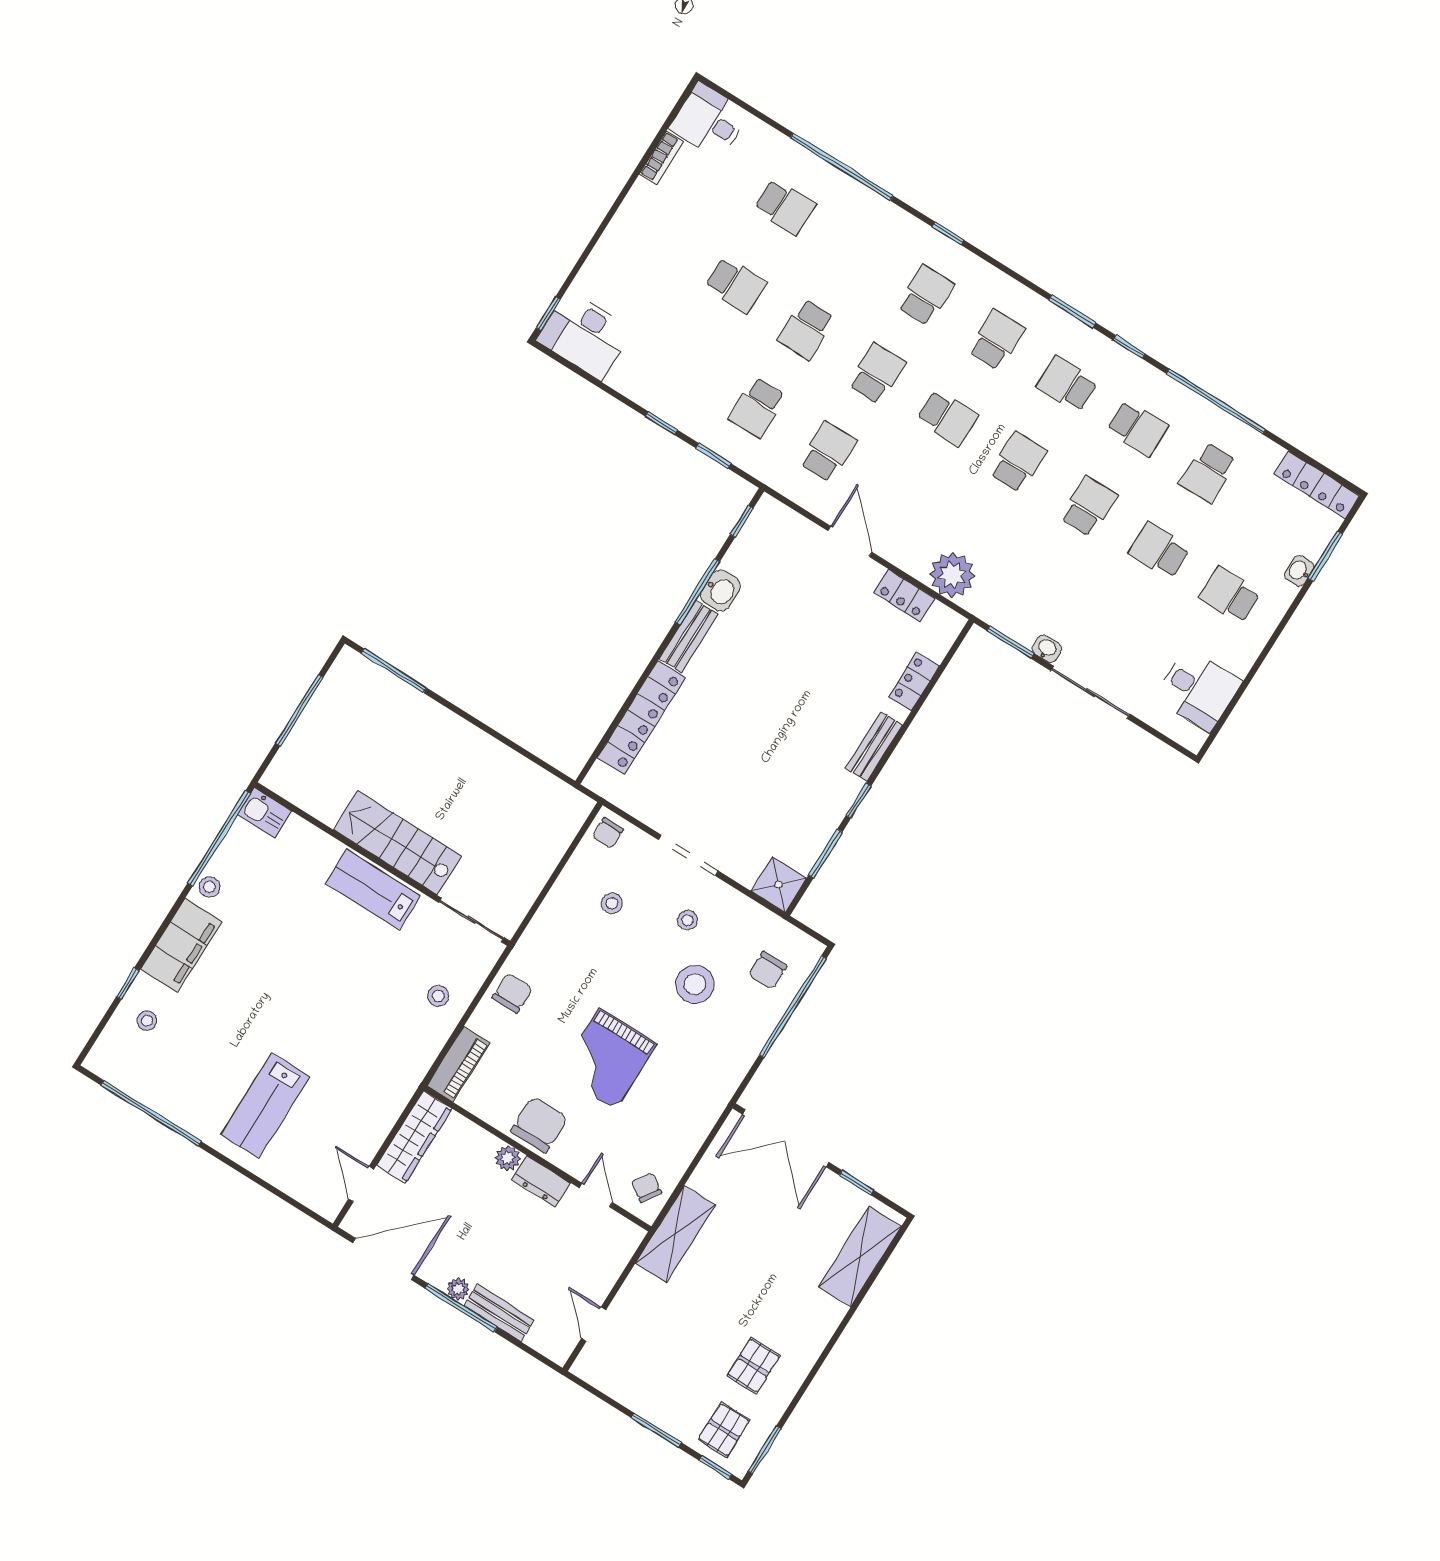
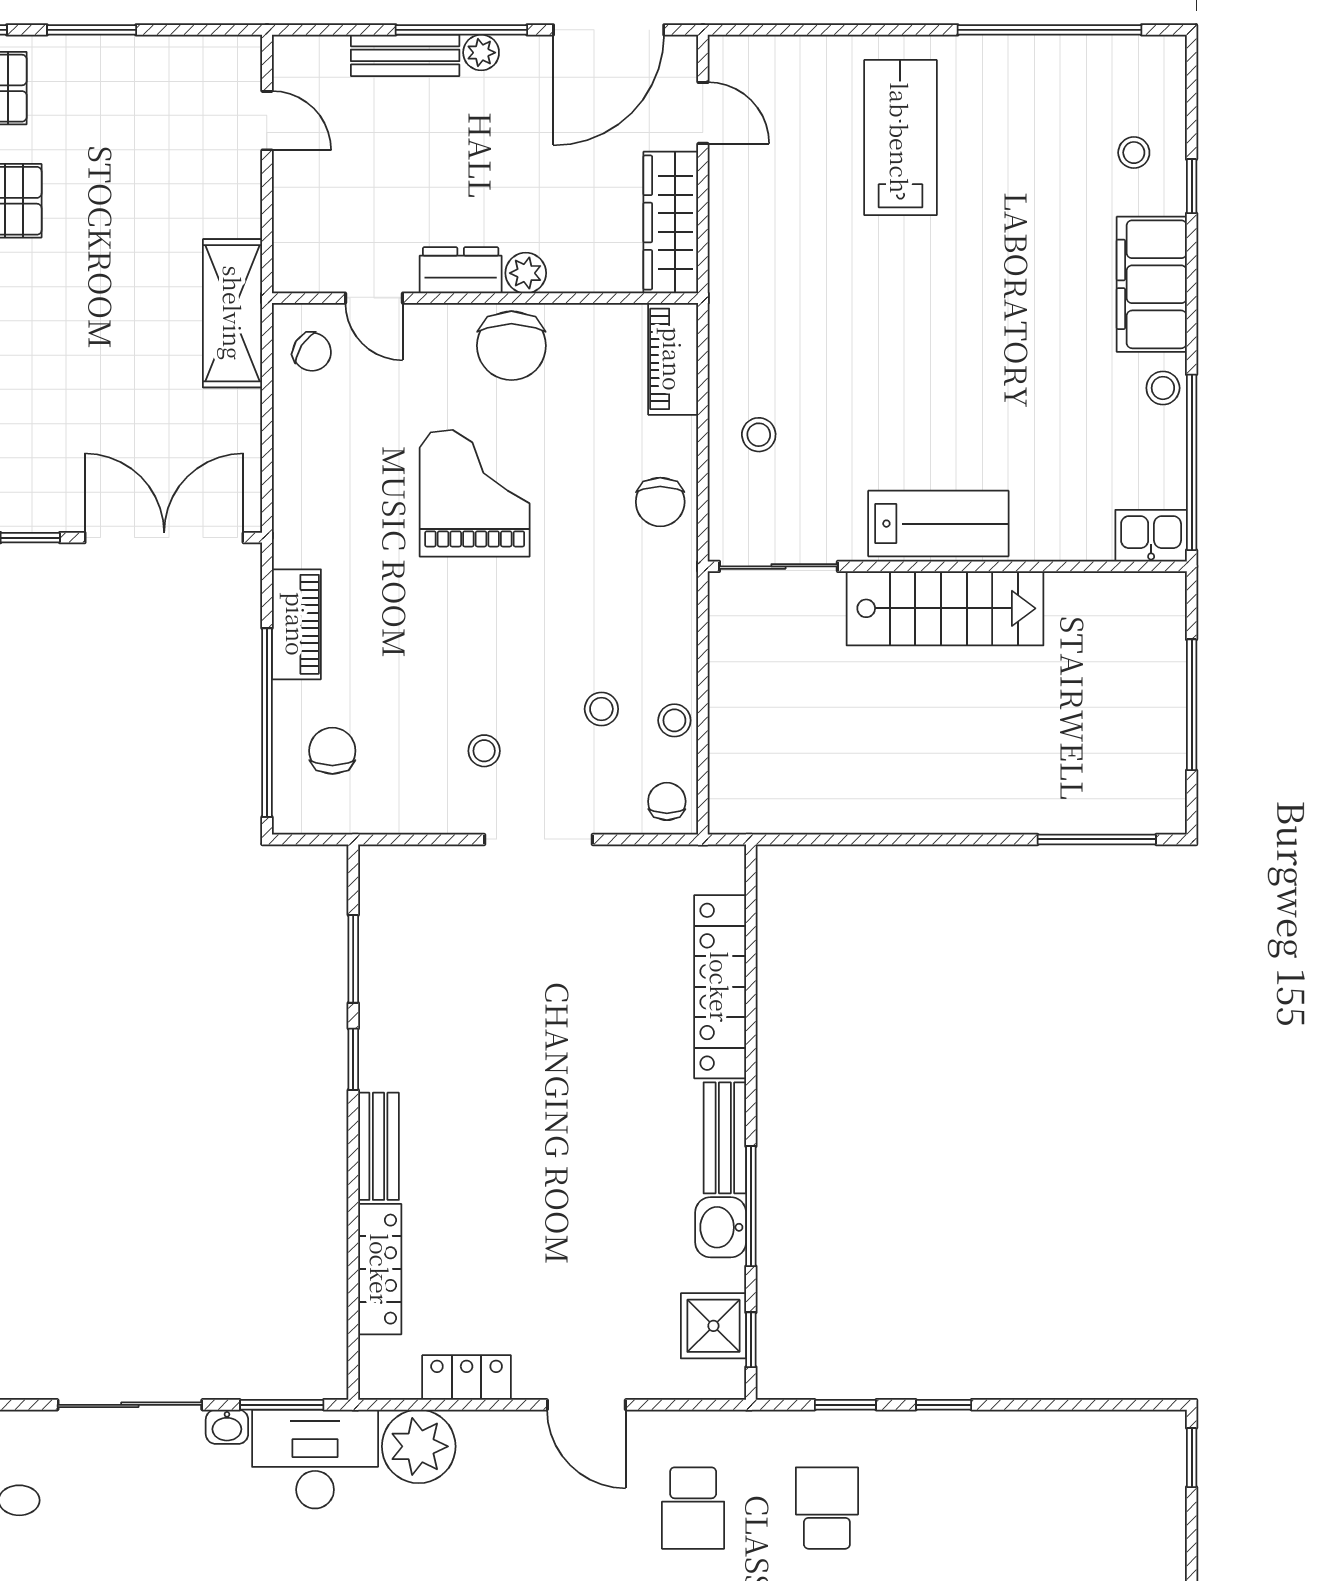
desk: (584, 335) -> (315, 1459), moved
locker: (914, 681) -> (380, 1269), width x1.53
shower: (779, 885) -> (713, 1326), moved
stool: (695, 984) -> (674, 720), moved, width x0.53, depth x0.53
piano: (745, 1049) -> (296, 624), added

